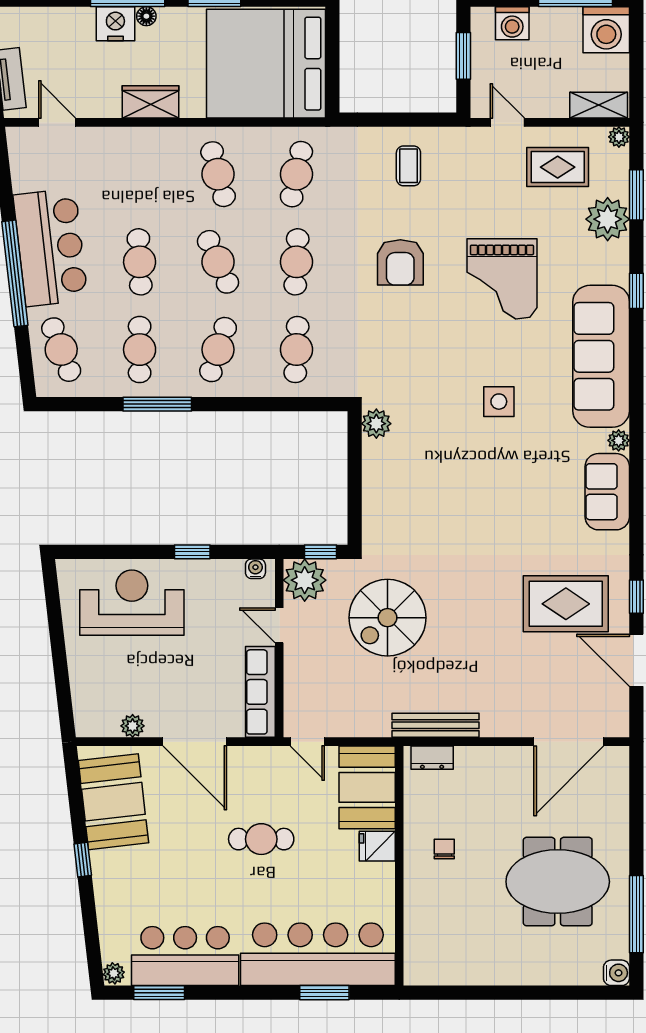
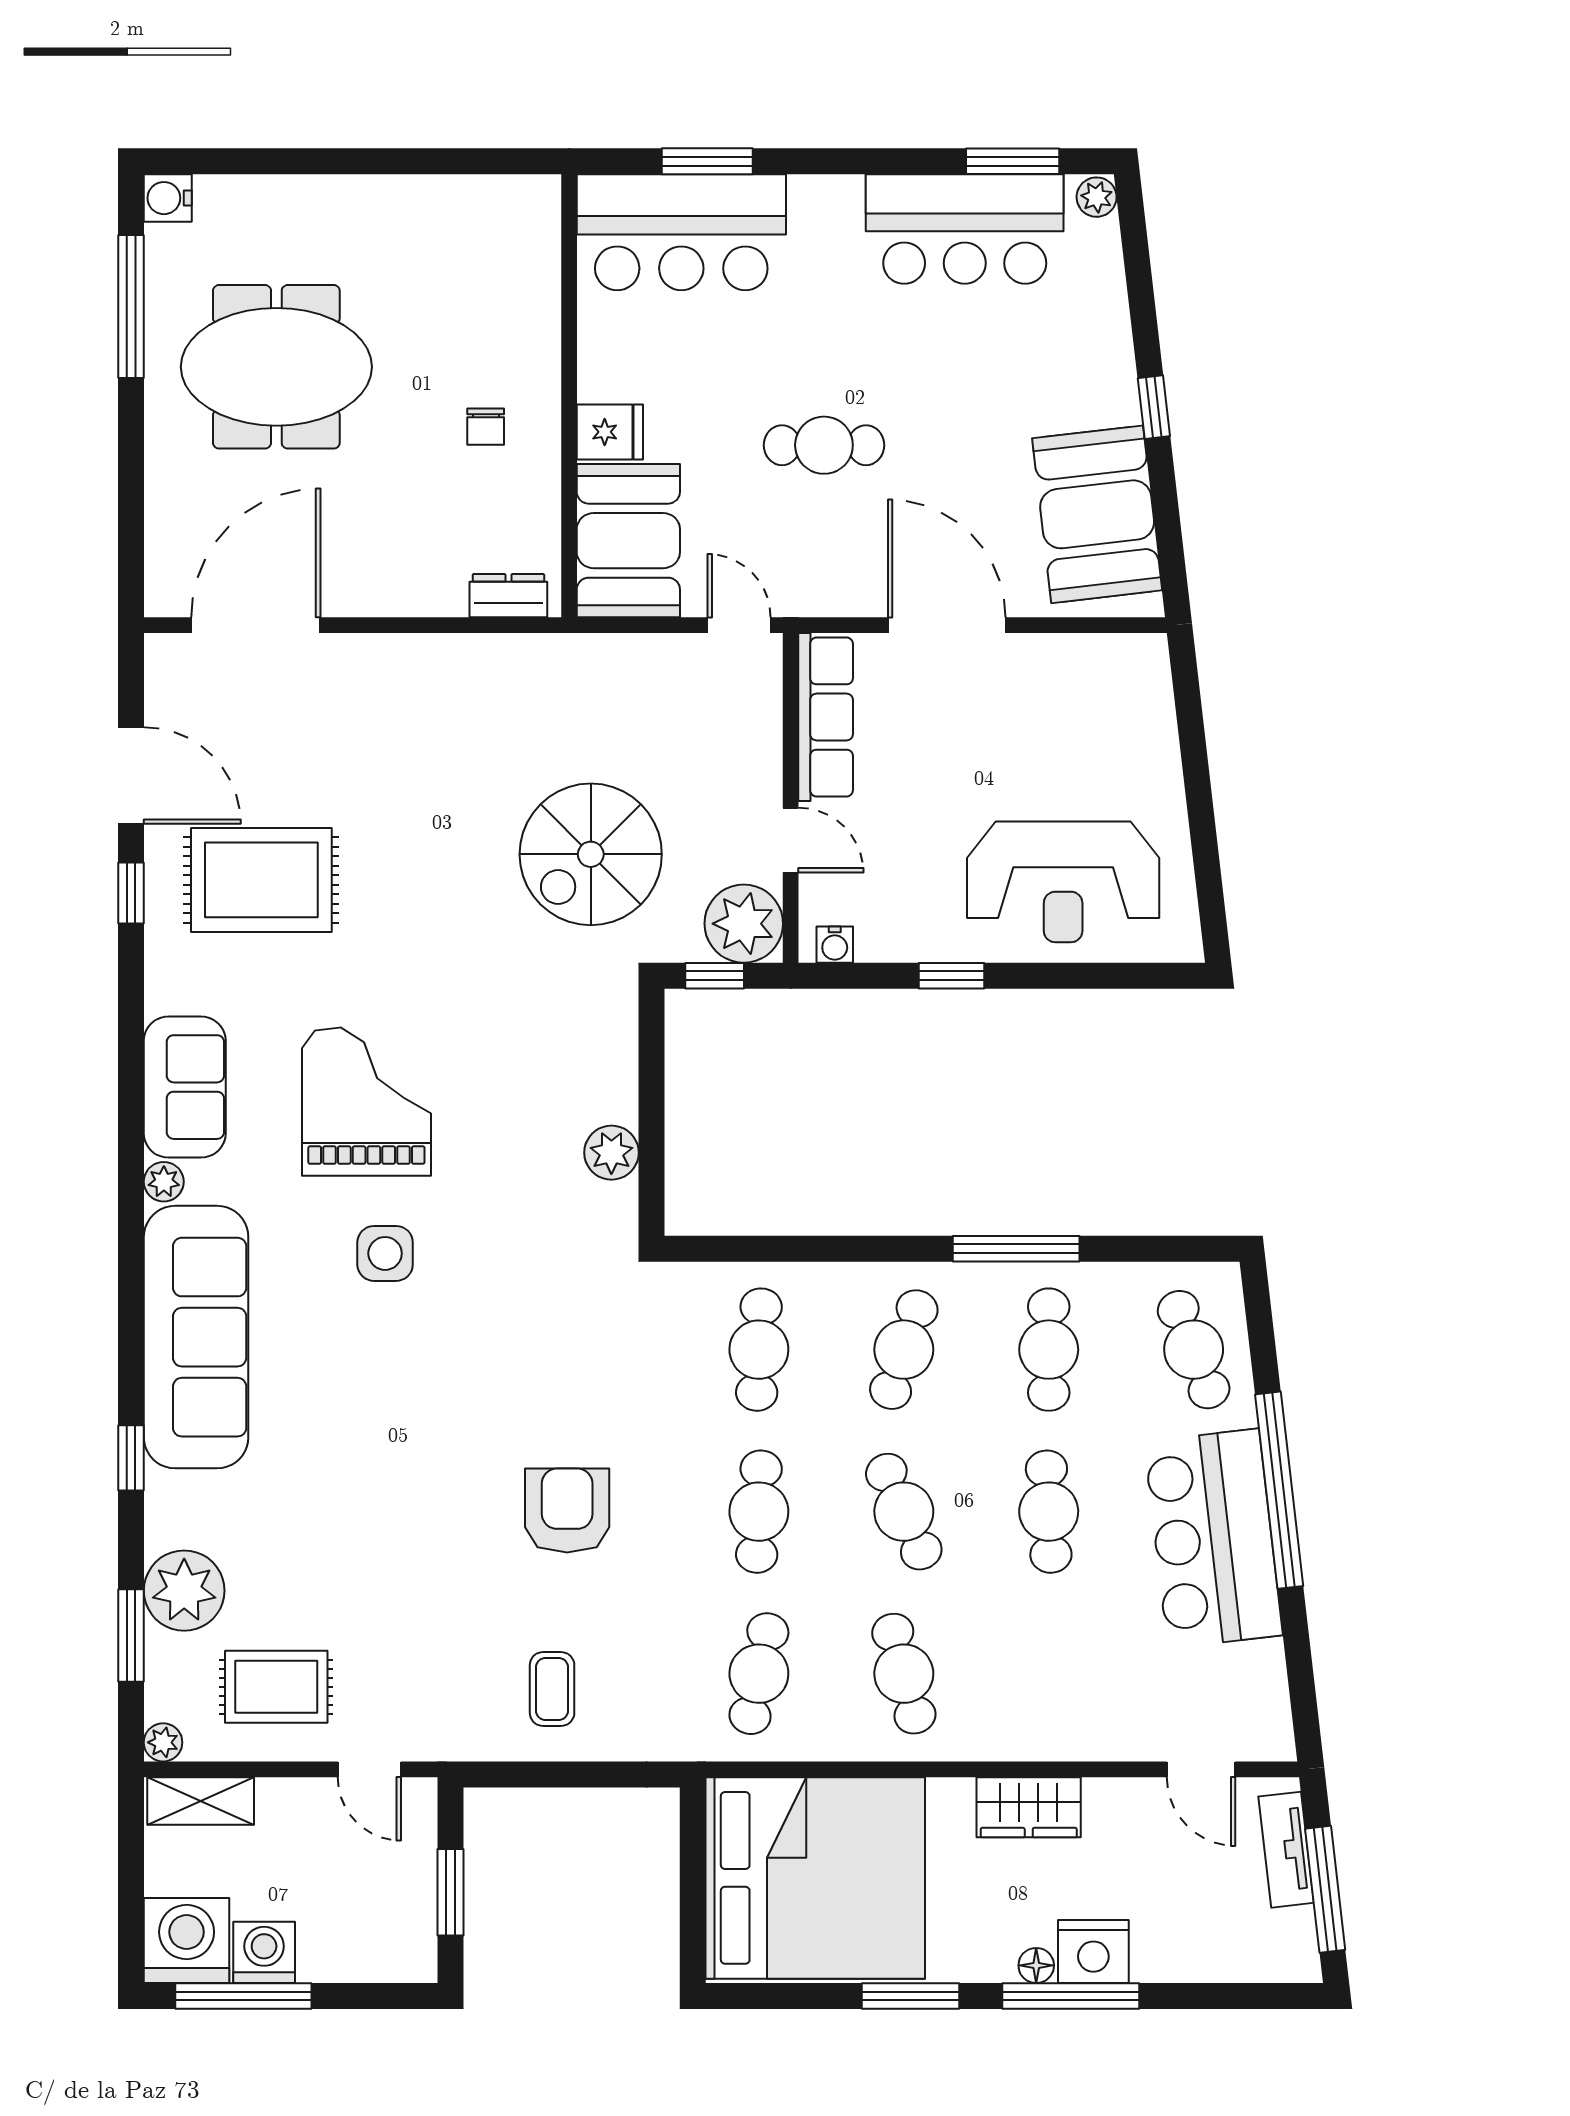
washing machine: (512, 23) -> (264, 1952), moved
grand piano: (502, 279) -> (366, 1102), moved
plant: (376, 424) -> (611, 1153), moved
spiral stairs: (387, 618) -> (591, 854), turned 180
bench: (435, 725) -> (502, 655), removed
plant: (133, 726) -> (1062, 654), removed
bar counter: (318, 954) -> (681, 232), width x0.73

